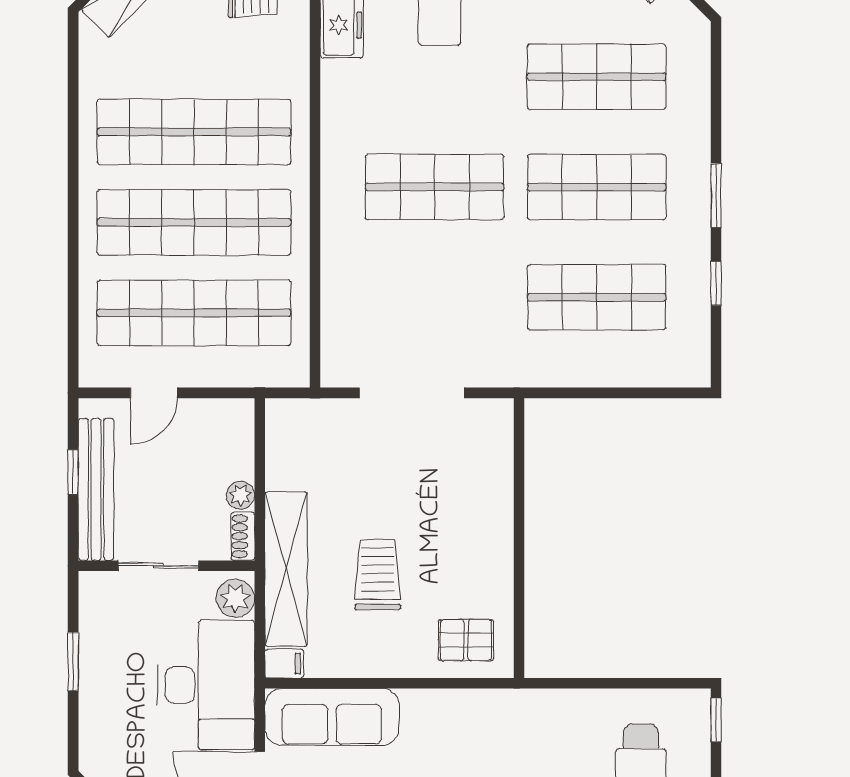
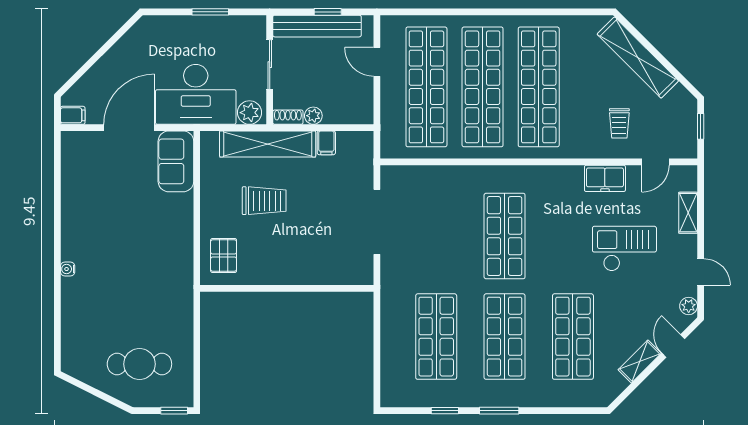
filing cabinet: (284, 664) -> (326, 143), moved
sofa: (332, 717) -> (176, 161), width x0.73

